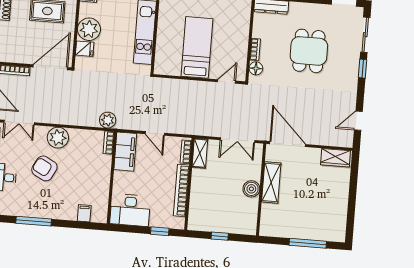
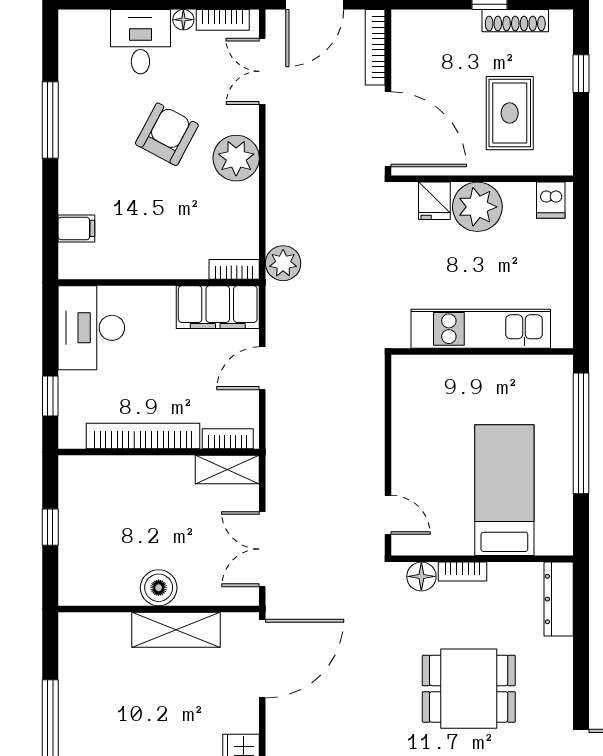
bed: (197, 47) -> (504, 490), moved, turned -90

